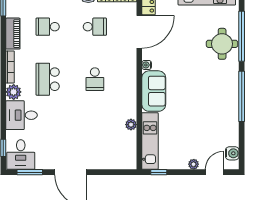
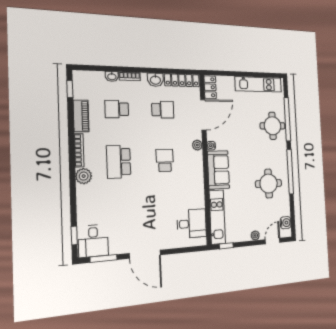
school desk: (95, 79) -> (165, 160), turned 180
round table: (213, 108) -> (269, 184), added
desk: (22, 115) -> (192, 224), moved, turned 180
plant: (131, 125) -> (197, 145), moved

